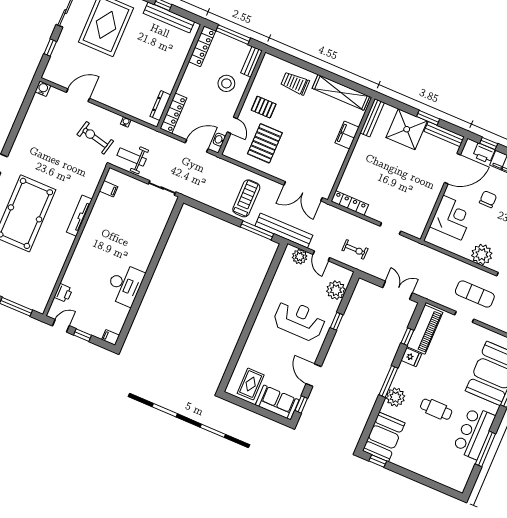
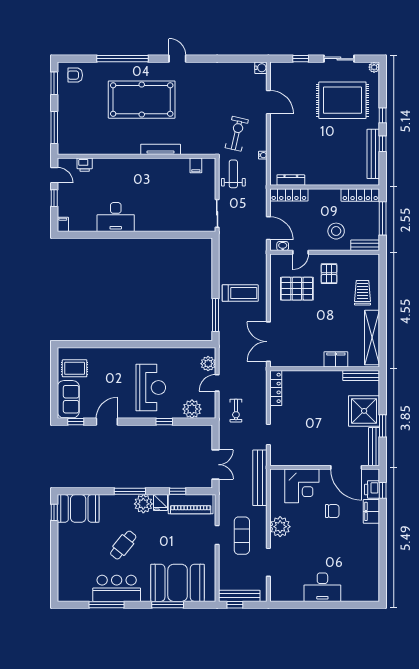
bench: (284, 231) -> (260, 478), moved
plant: (395, 397) -> (143, 504), moved
cafe table: (436, 409) -> (123, 545), turned 39

